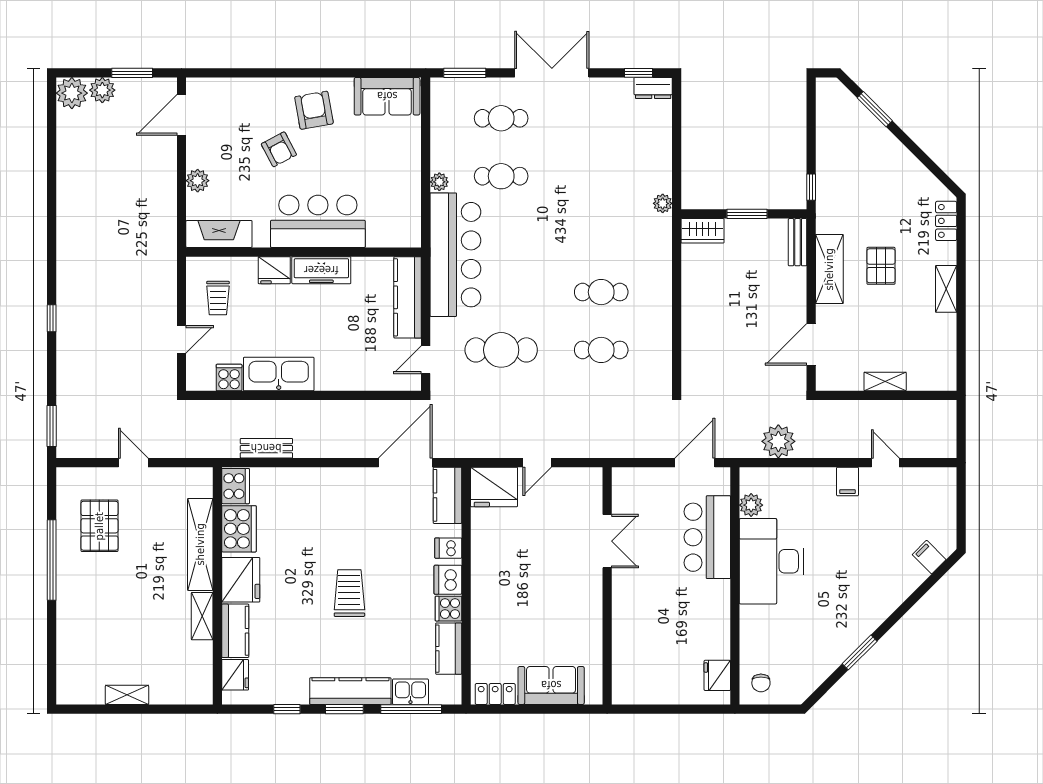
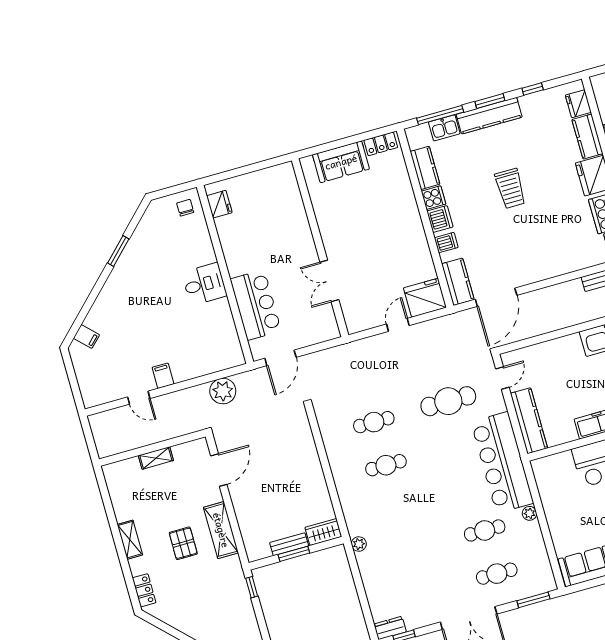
bench: (798, 242) -> (289, 544), moved, turned 90
plant: (751, 505) -> (230, 338), removed
desk: (771, 561) -> (204, 284), width x0.53, depth x0.77

